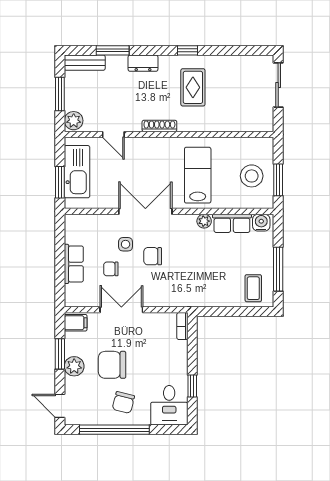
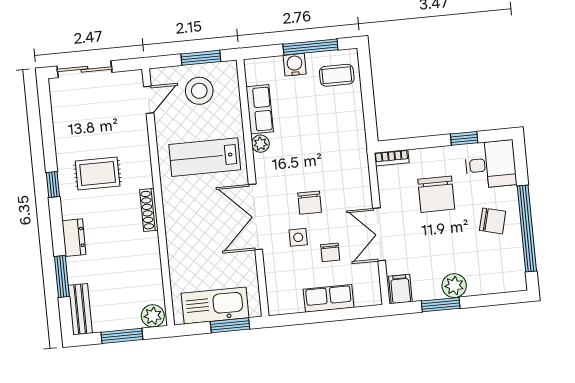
door: (113, 134) -> (149, 100), moved
water cooler: (261, 223) -> (295, 65), moved, turned 90
chair: (112, 365) -> (436, 194), moved
door: (60, 406) -> (504, 298), removed

